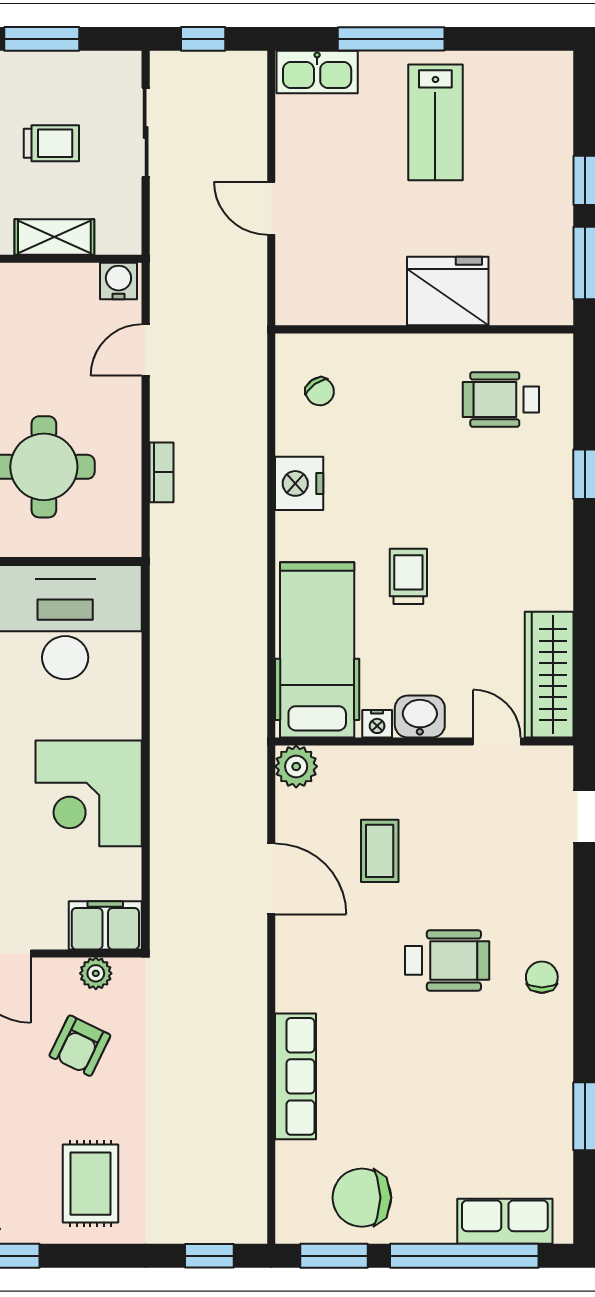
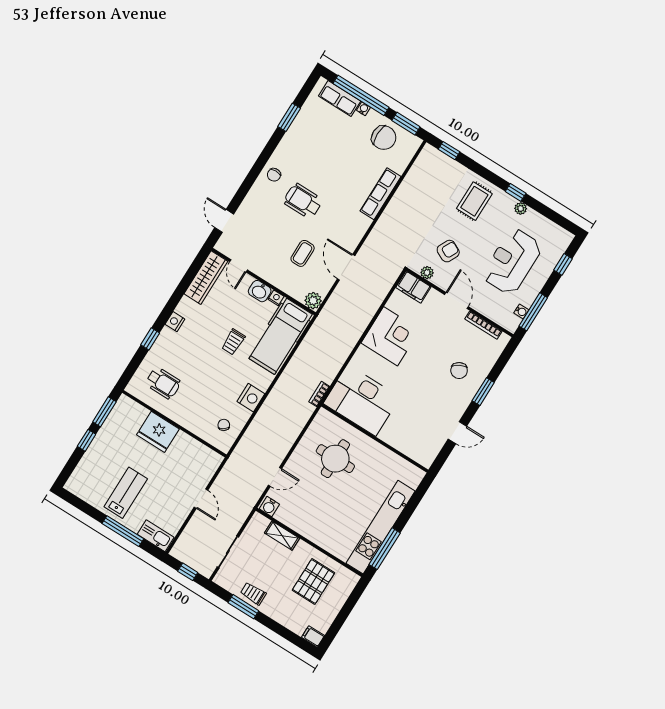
trolley: (51, 143) -> (253, 594), moved
bookcase: (162, 472) -> (319, 394), moved
nightstand: (556, 542) -> (175, 322), added
water cooler: (442, 1231) -> (364, 109), added

